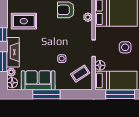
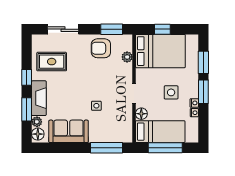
coffee table: (80, 74) -> (118, 123), removed
window: (46, 94) -> (107, 148), moved

